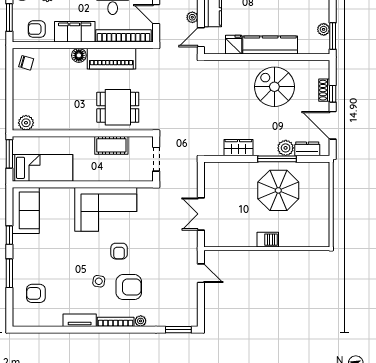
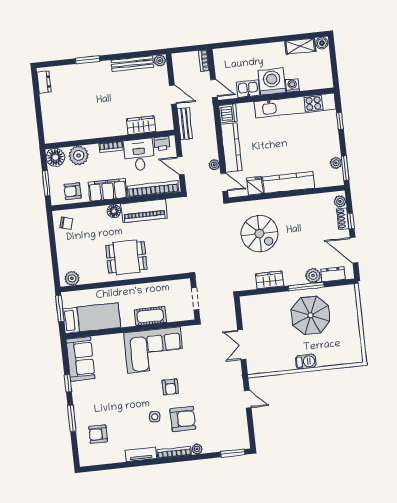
door: (201, 37) -> (224, 182), swing flipped
plant: (323, 71) -> (340, 201), added
spiral stairs: (274, 87) -> (259, 234), moved, turned 180
dining table: (118, 107) -> (126, 257), moved
cot: (111, 145) -> (150, 316), moved

